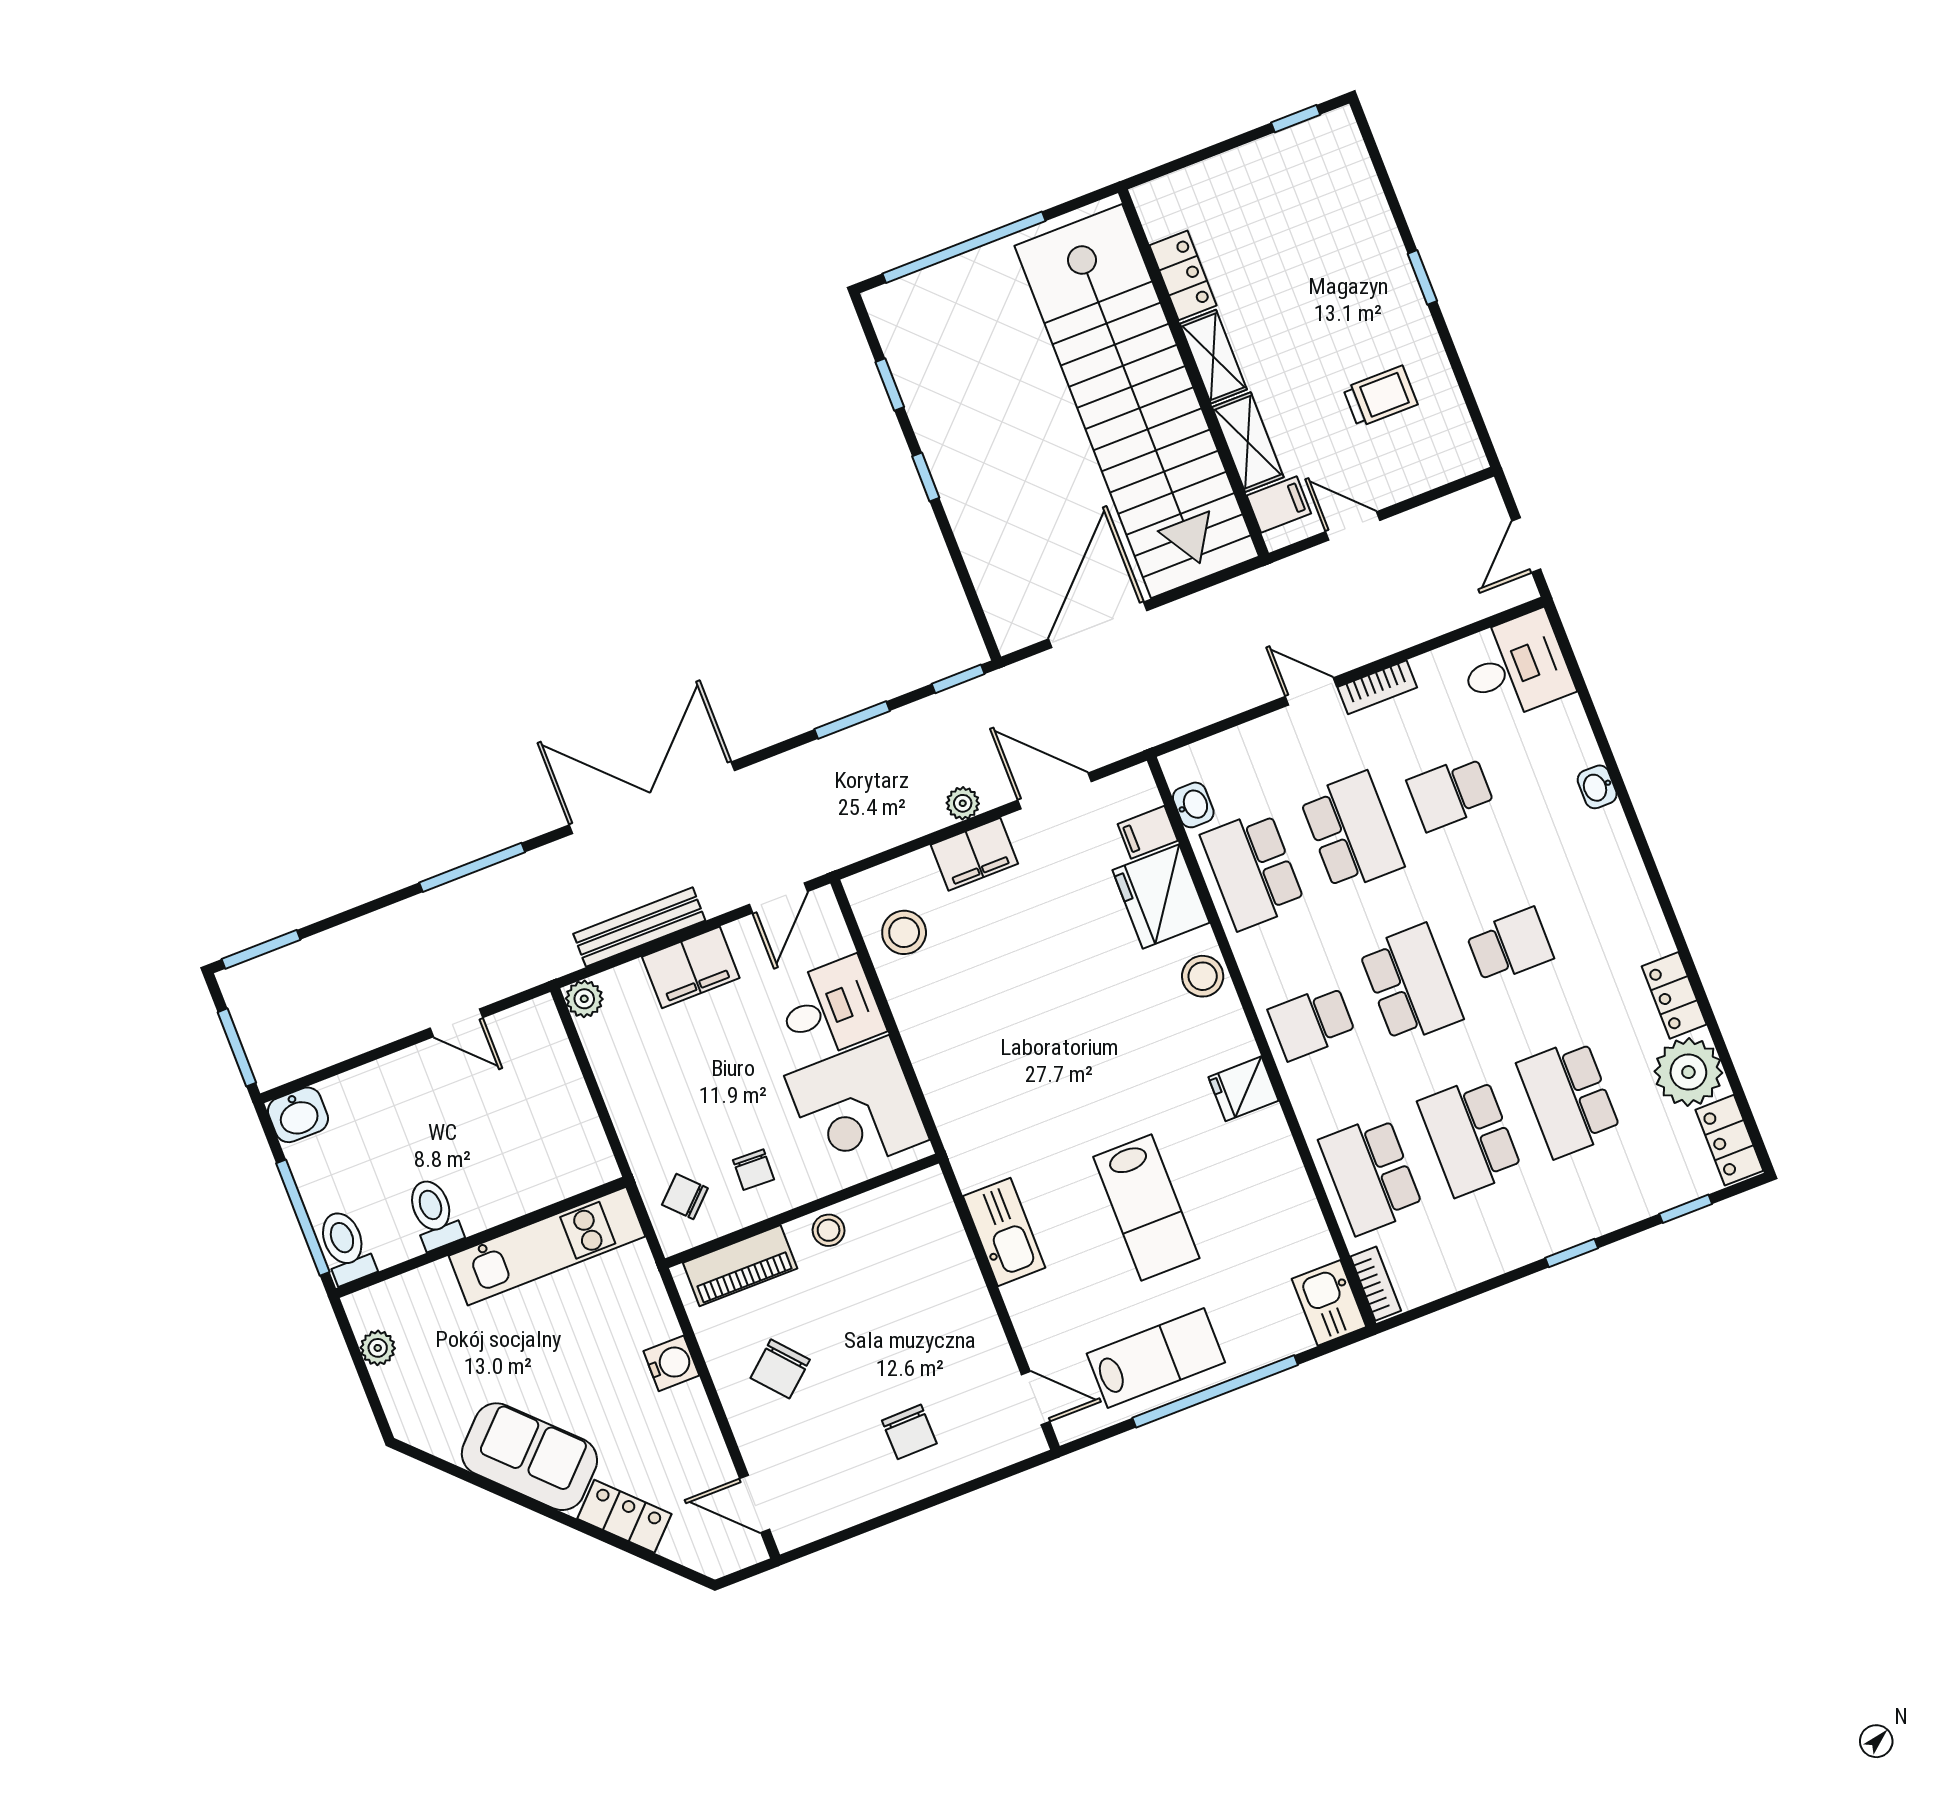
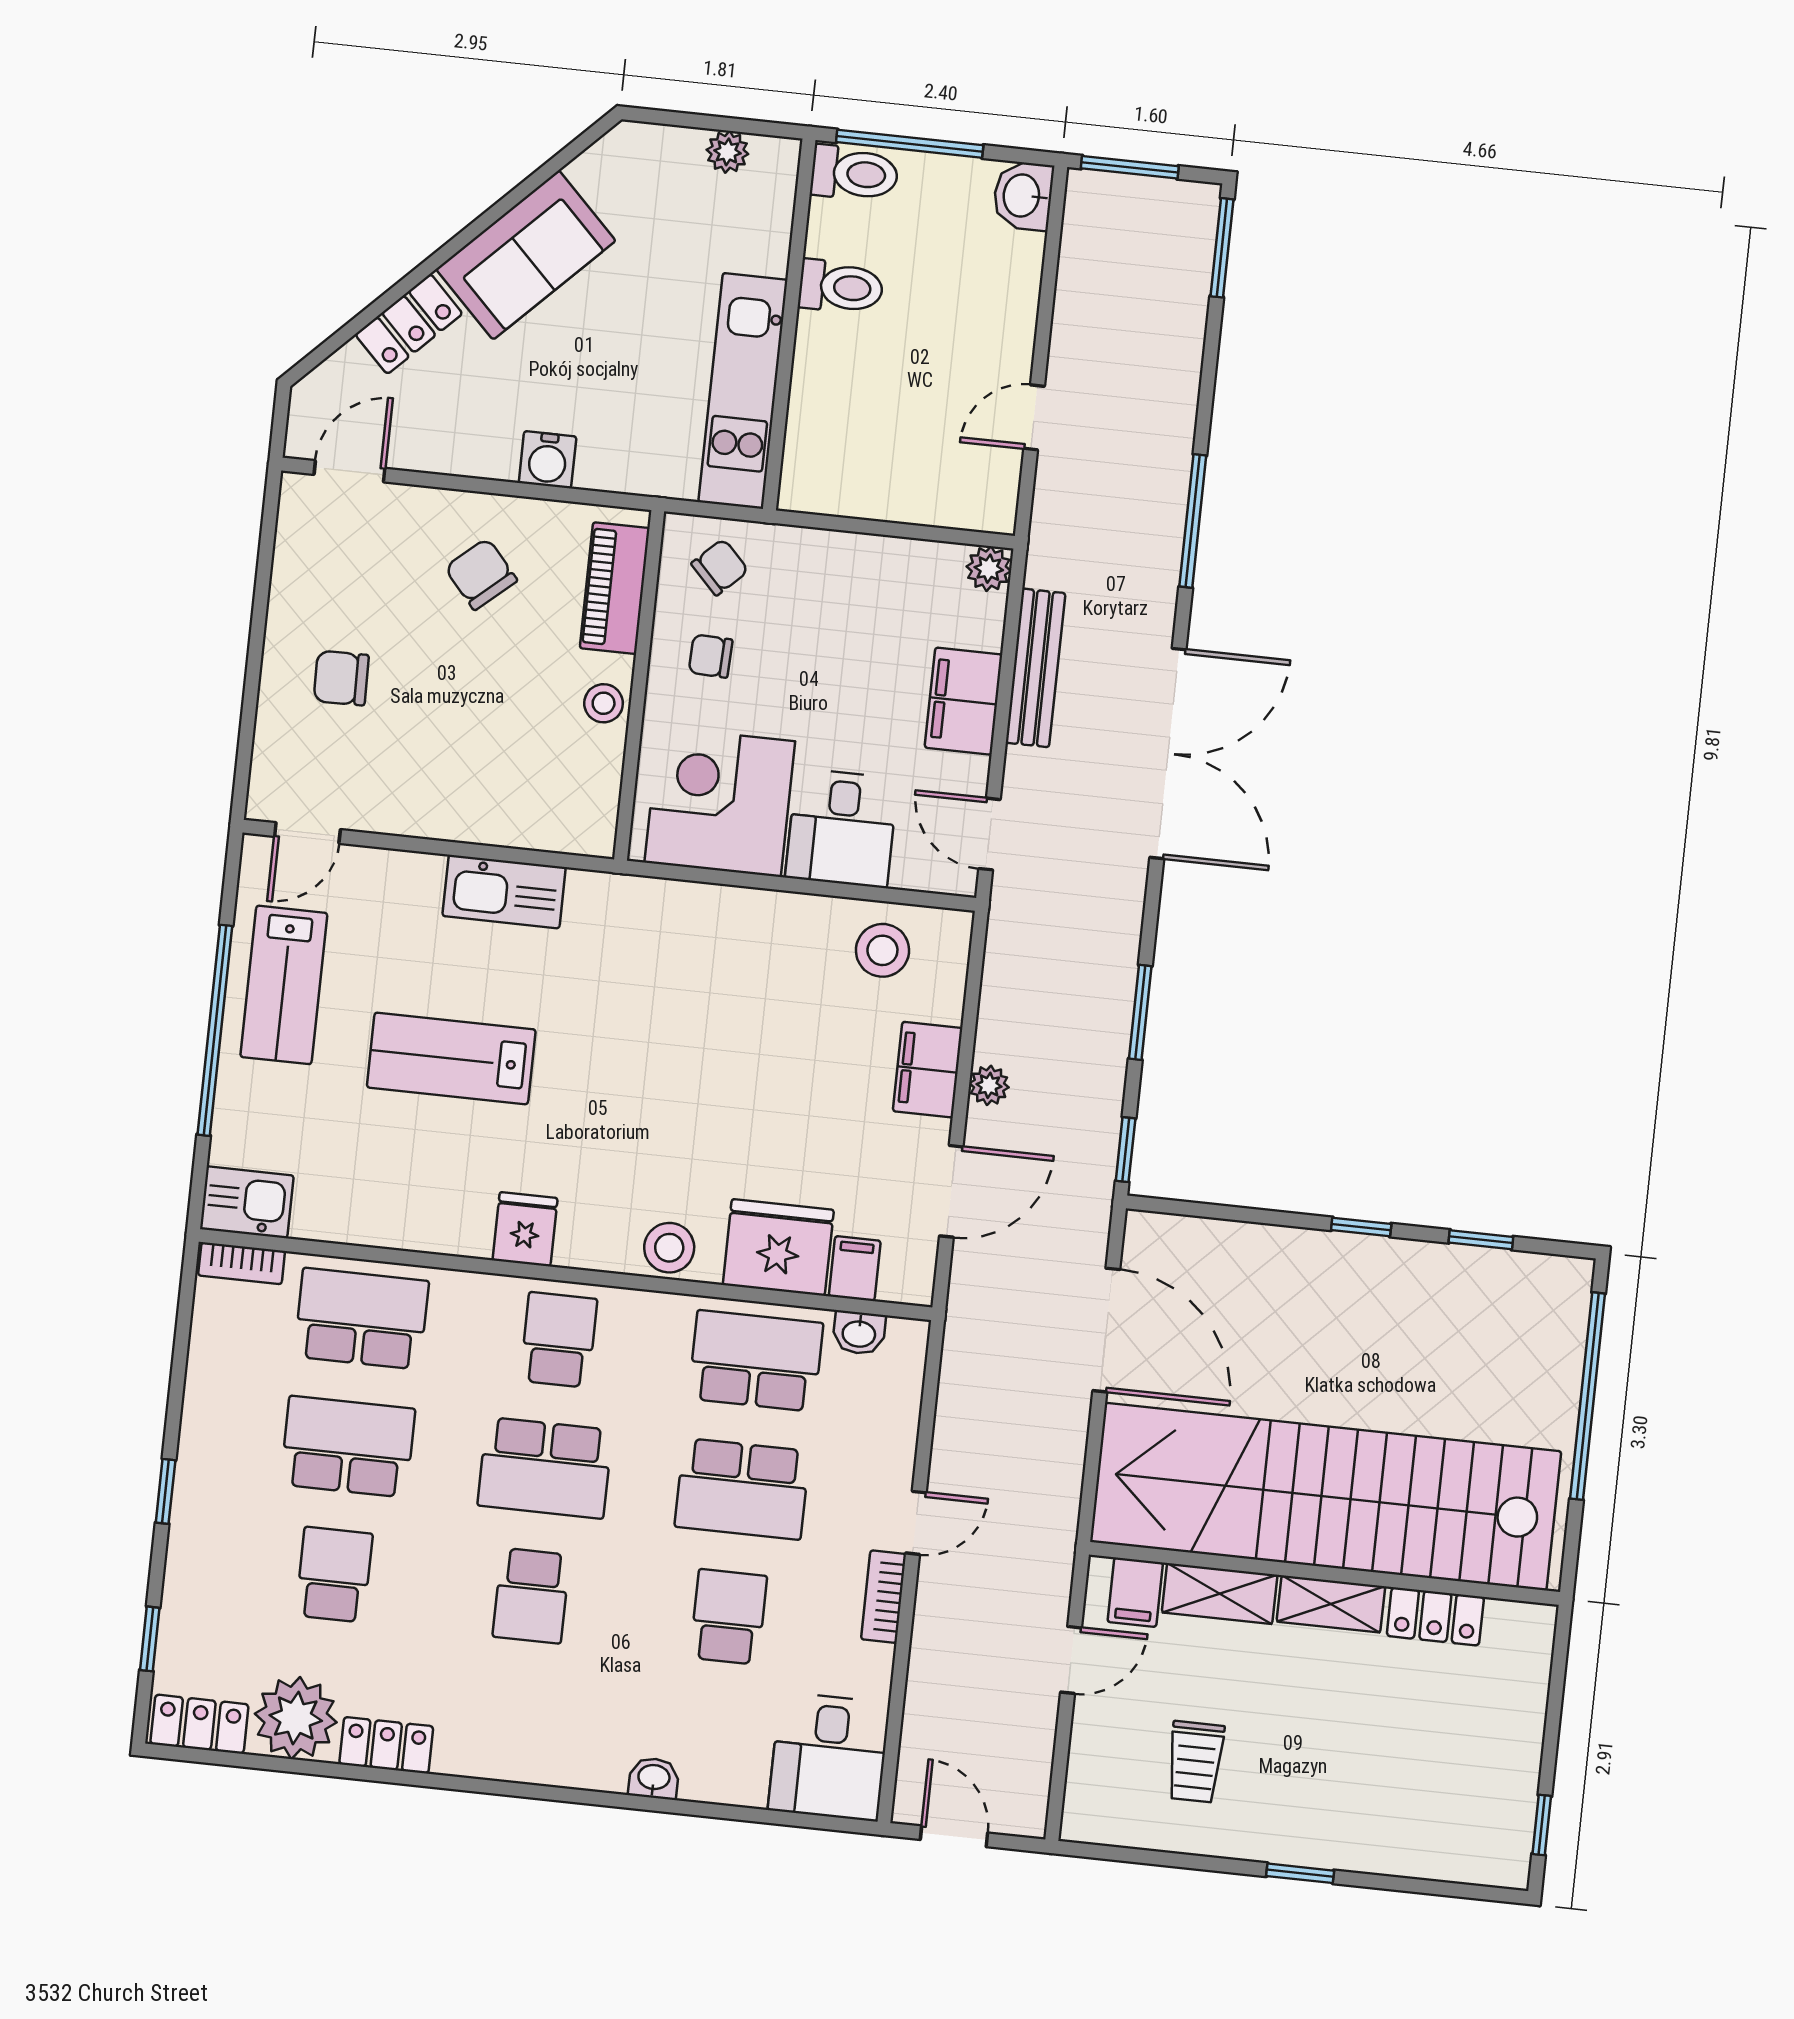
school desk: (1569, 1098) -> (334, 1575), width x0.54

